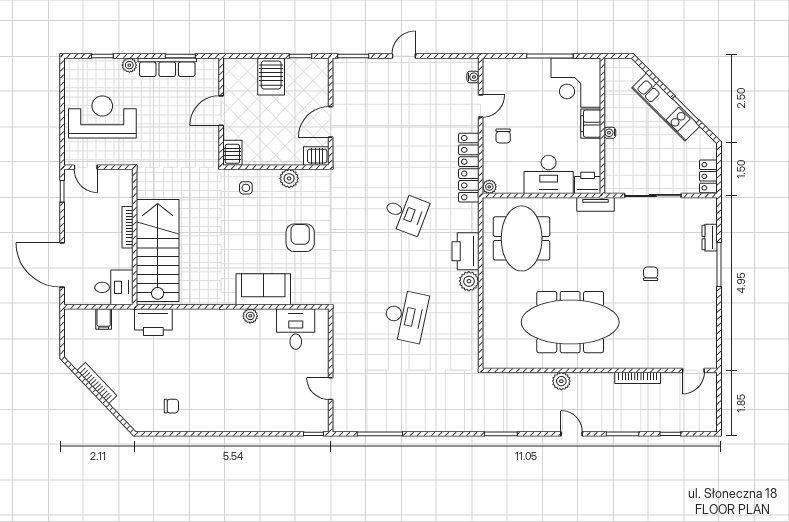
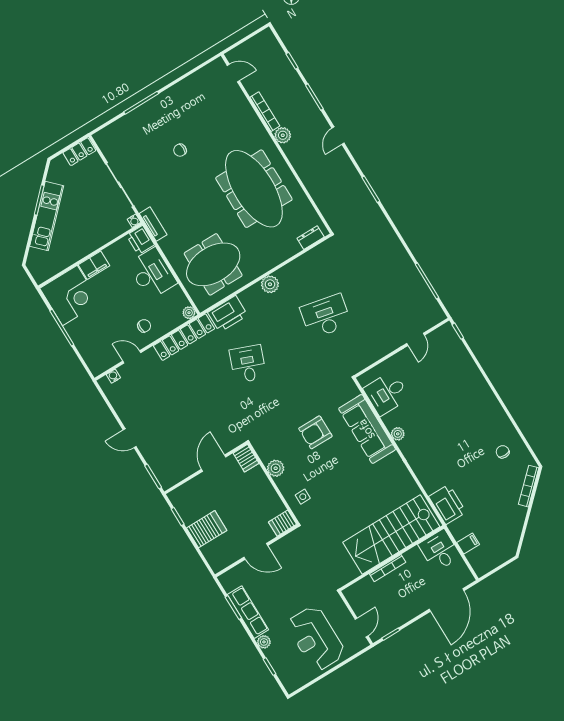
door: (331, 122) -> (214, 463), swing flipped
water cooler: (610, 133) -> (134, 221), moved
dresser: (710, 238) -> (311, 238), moved, turned 180
printer: (465, 251) -> (228, 314), moved
sofa: (263, 289) -> (367, 429), width x1.36
plant: (561, 381) -> (283, 135), moved
bookcase: (97, 383) -> (529, 486), moved

